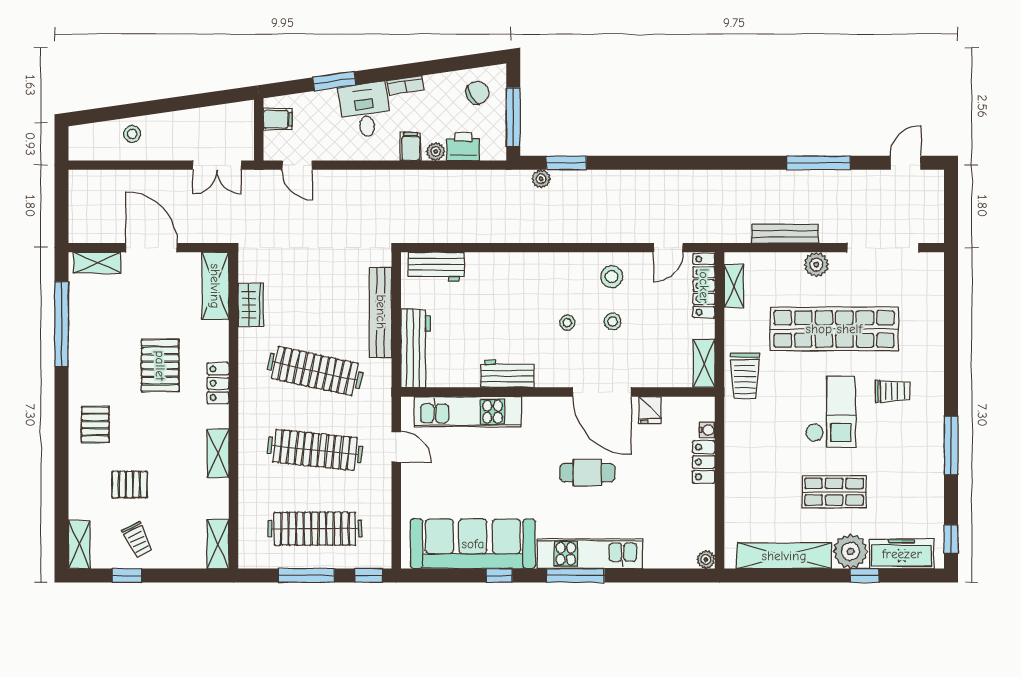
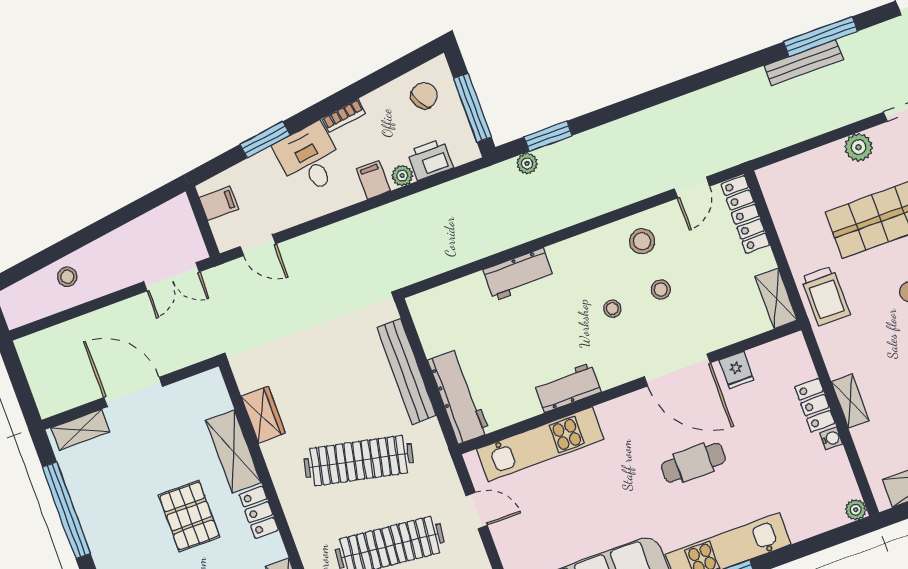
bench: (785, 234) -> (804, 62), moved
workbench: (436, 267) -> (519, 274), moved
shelving: (215, 286) -> (233, 452), moved
shelving: (734, 286) -> (850, 401), moved
water cooler: (707, 430) -> (831, 438), moved

